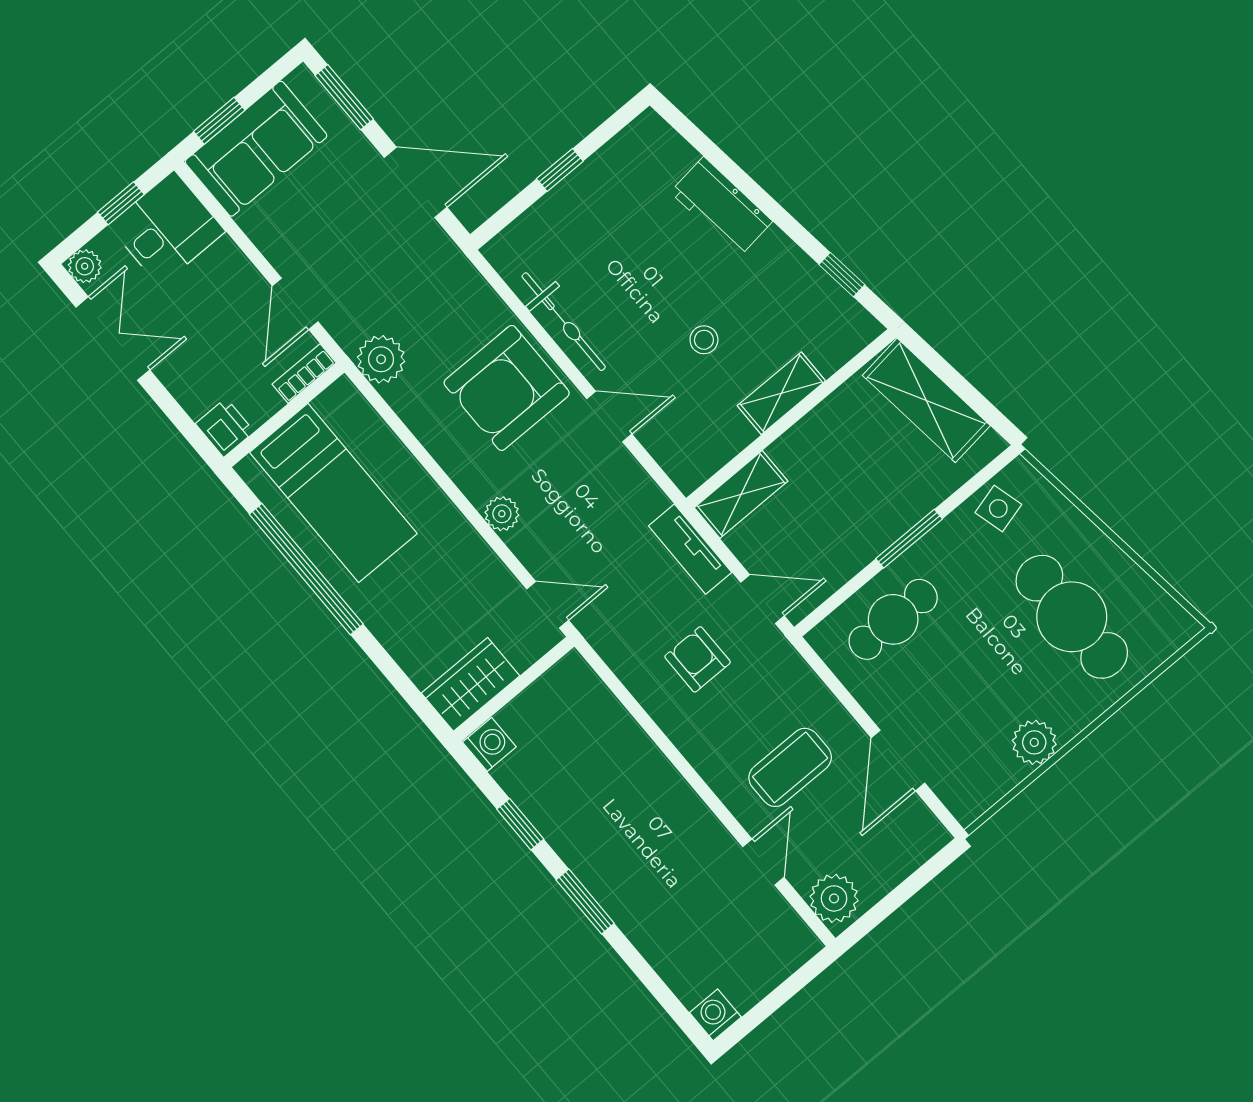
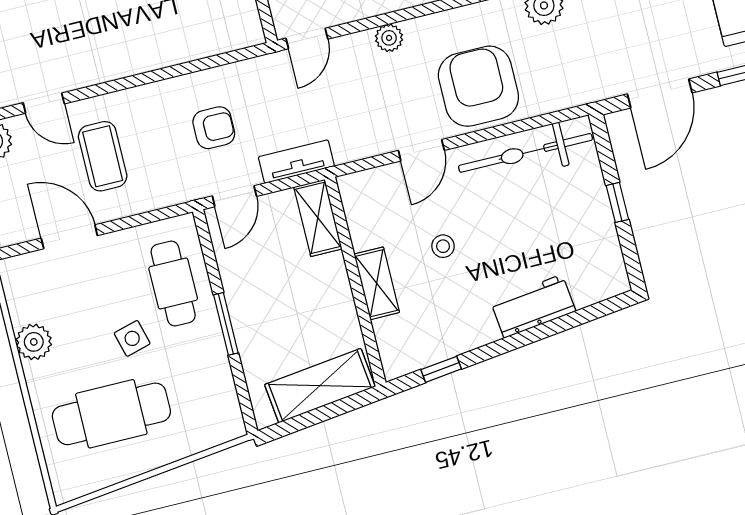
bicycle: (564, 322) -> (525, 153), width x1.37, depth x1.40
side table: (998, 509) -> (132, 338), moved

